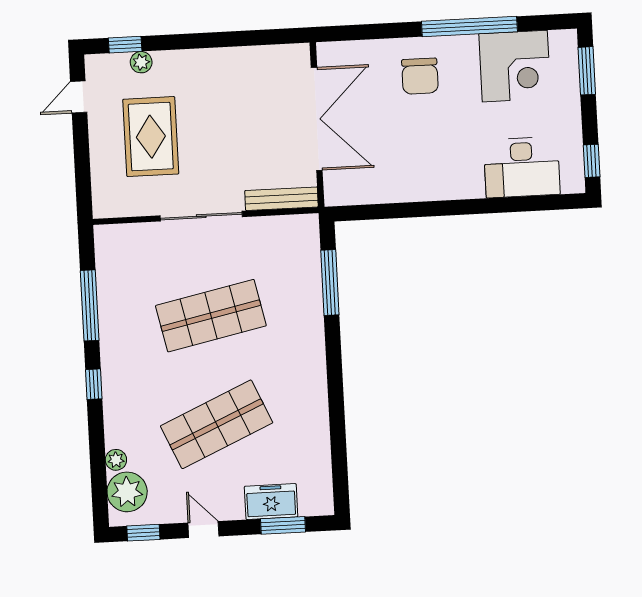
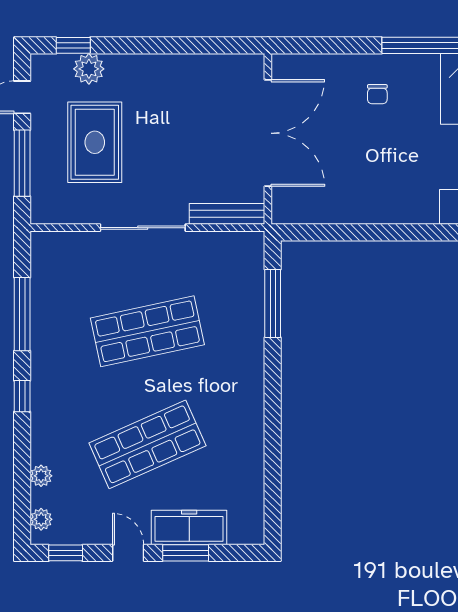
plant: (141, 62) -> (89, 69), width x1.38, depth x1.38
chair: (420, 76) -> (377, 94), width x0.54, depth x0.54
window: (82, 160) -> (22, 163), added
plant: (127, 492) -> (41, 519), width x0.53, depth x0.53
freezer: (271, 502) -> (189, 527), width x1.40
window: (283, 525) -> (186, 553), moved

